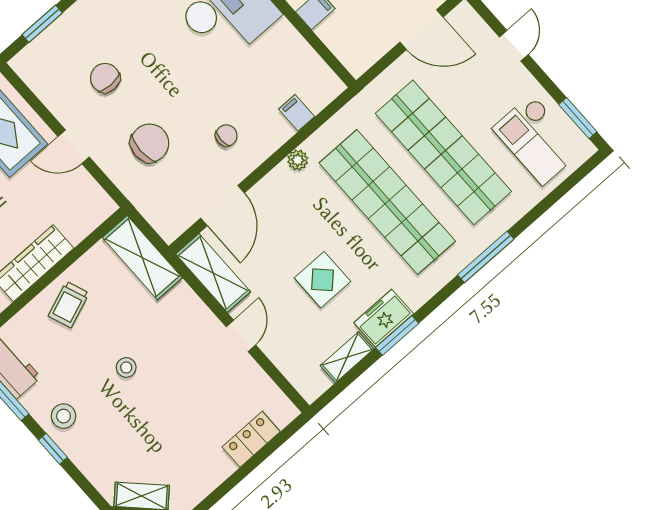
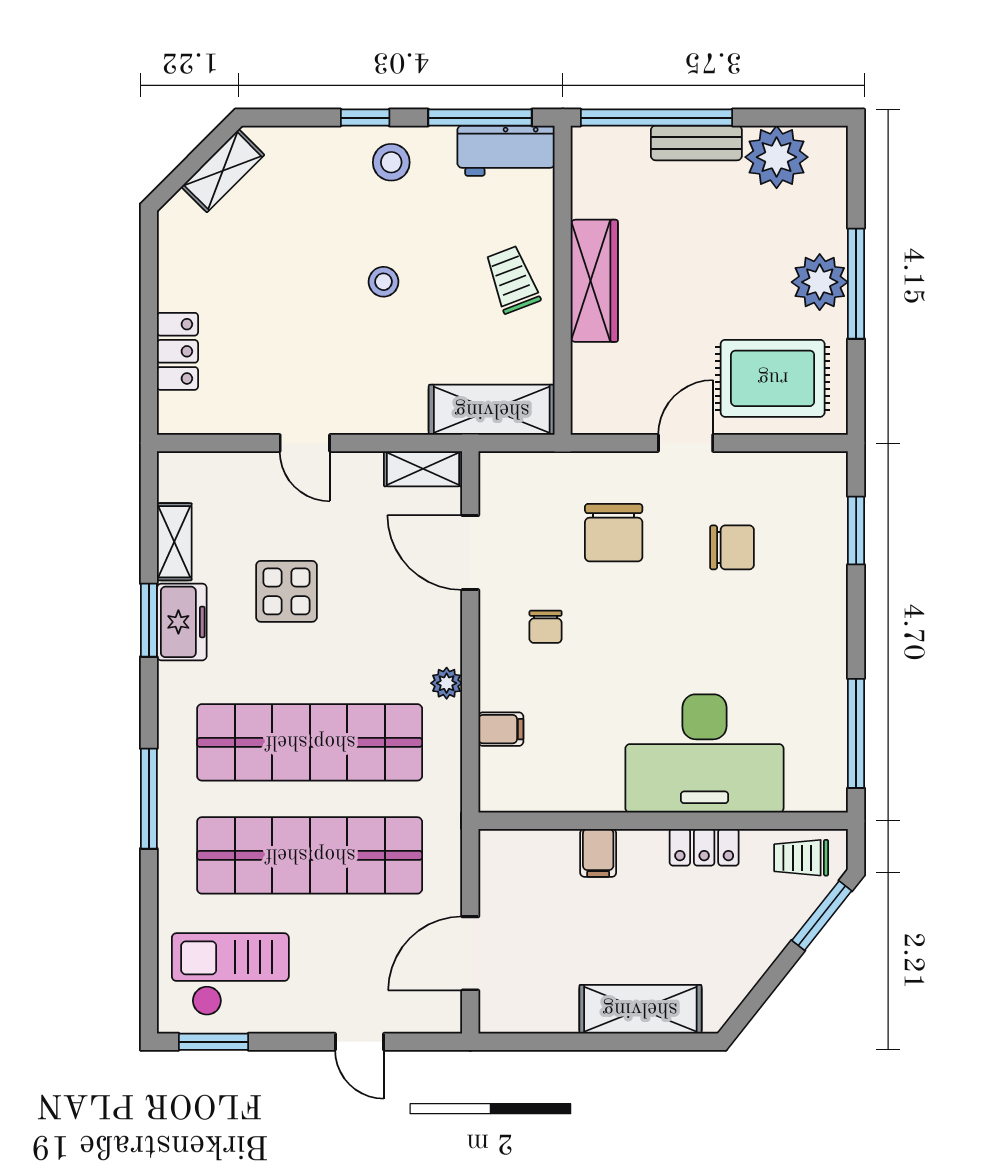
shelving: (213, 273) -> (423, 469), width x0.67, depth x0.75

